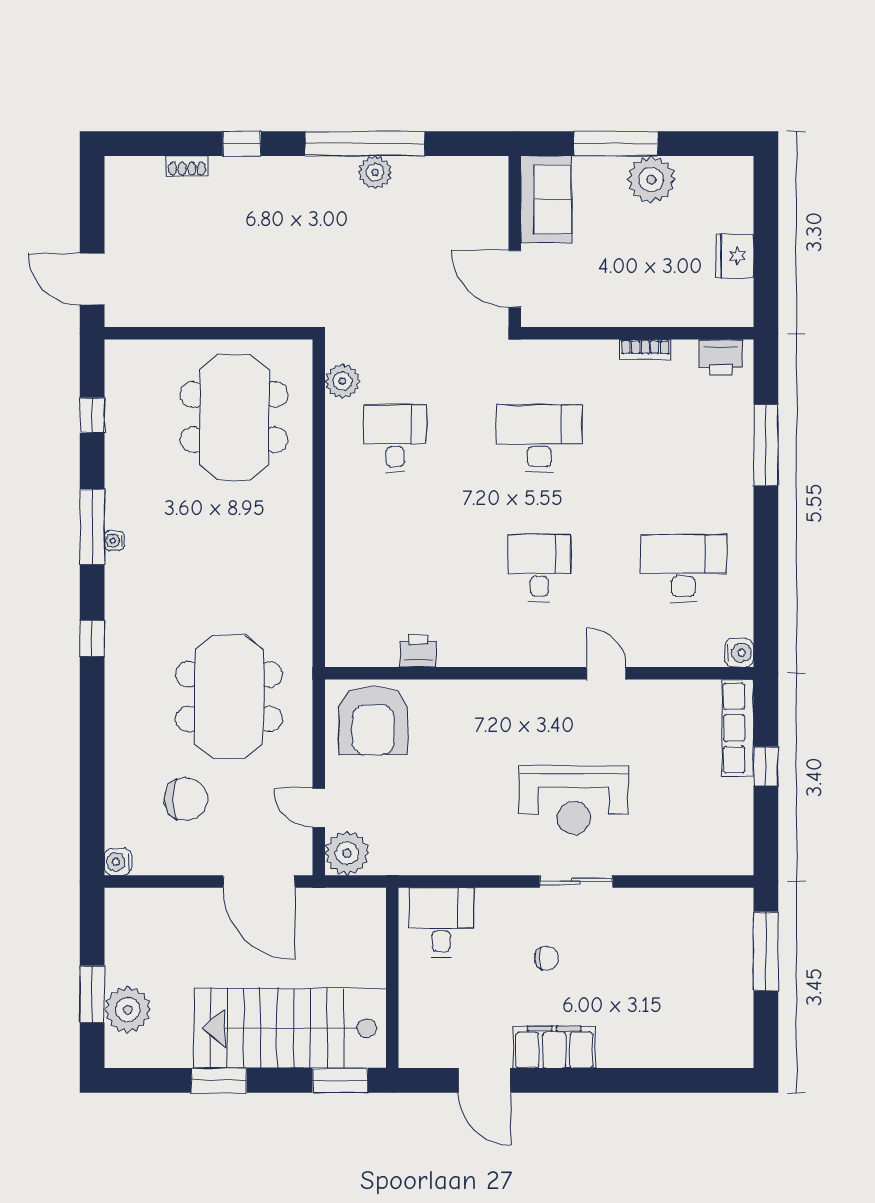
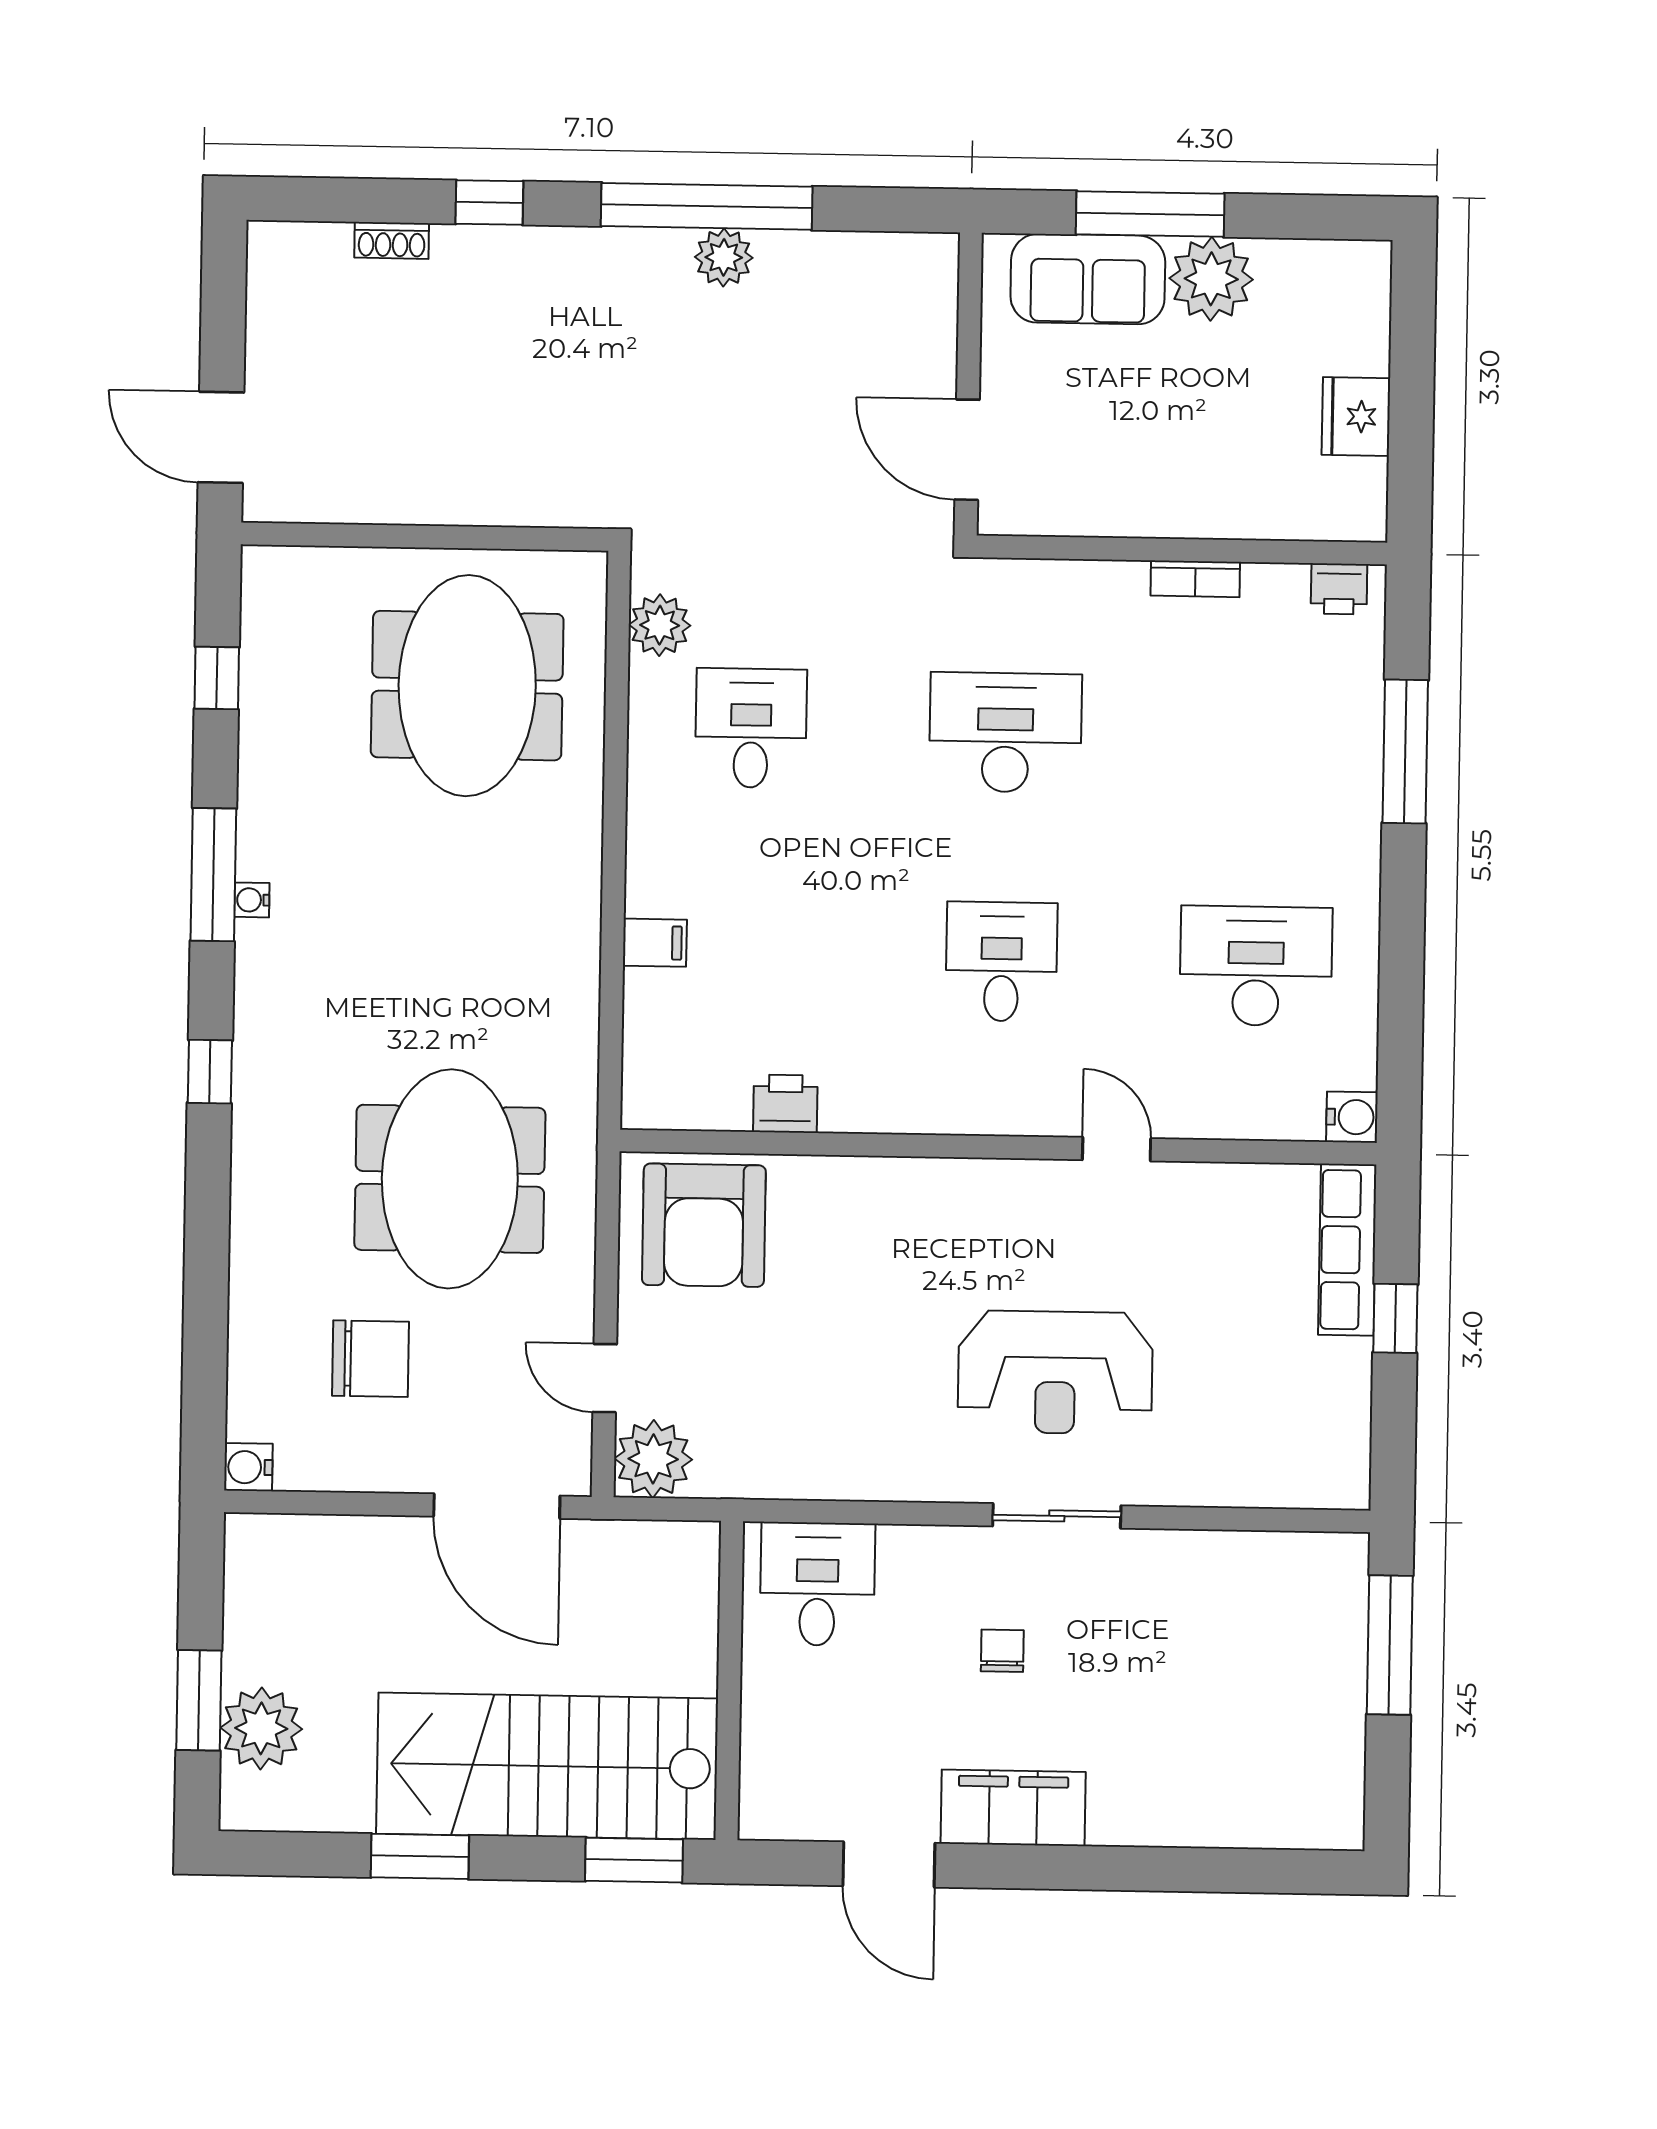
sofa: (546, 199) -> (1088, 279), moved, turned 90
printer: (721, 357) -> (1339, 589), width x0.73, depth x0.81
filing cabinet: (343, 561) -> (655, 943), added
chair: (547, 958) -> (1002, 1651), turned -90

